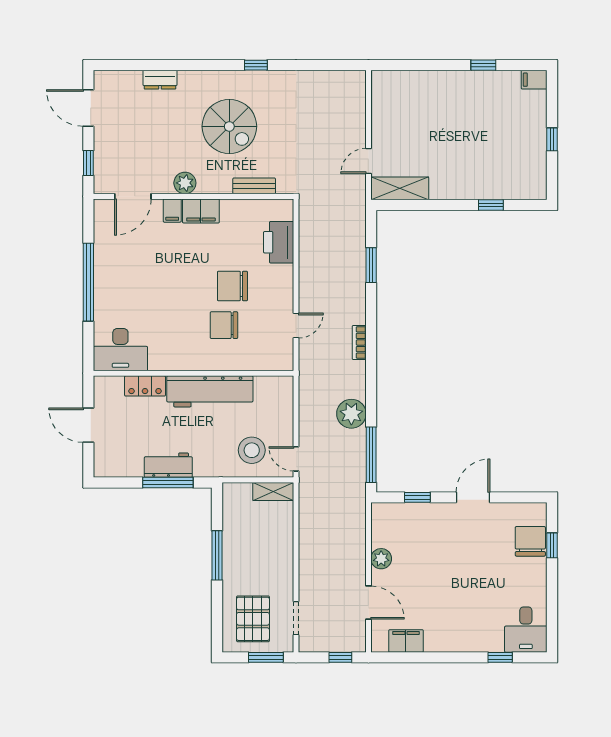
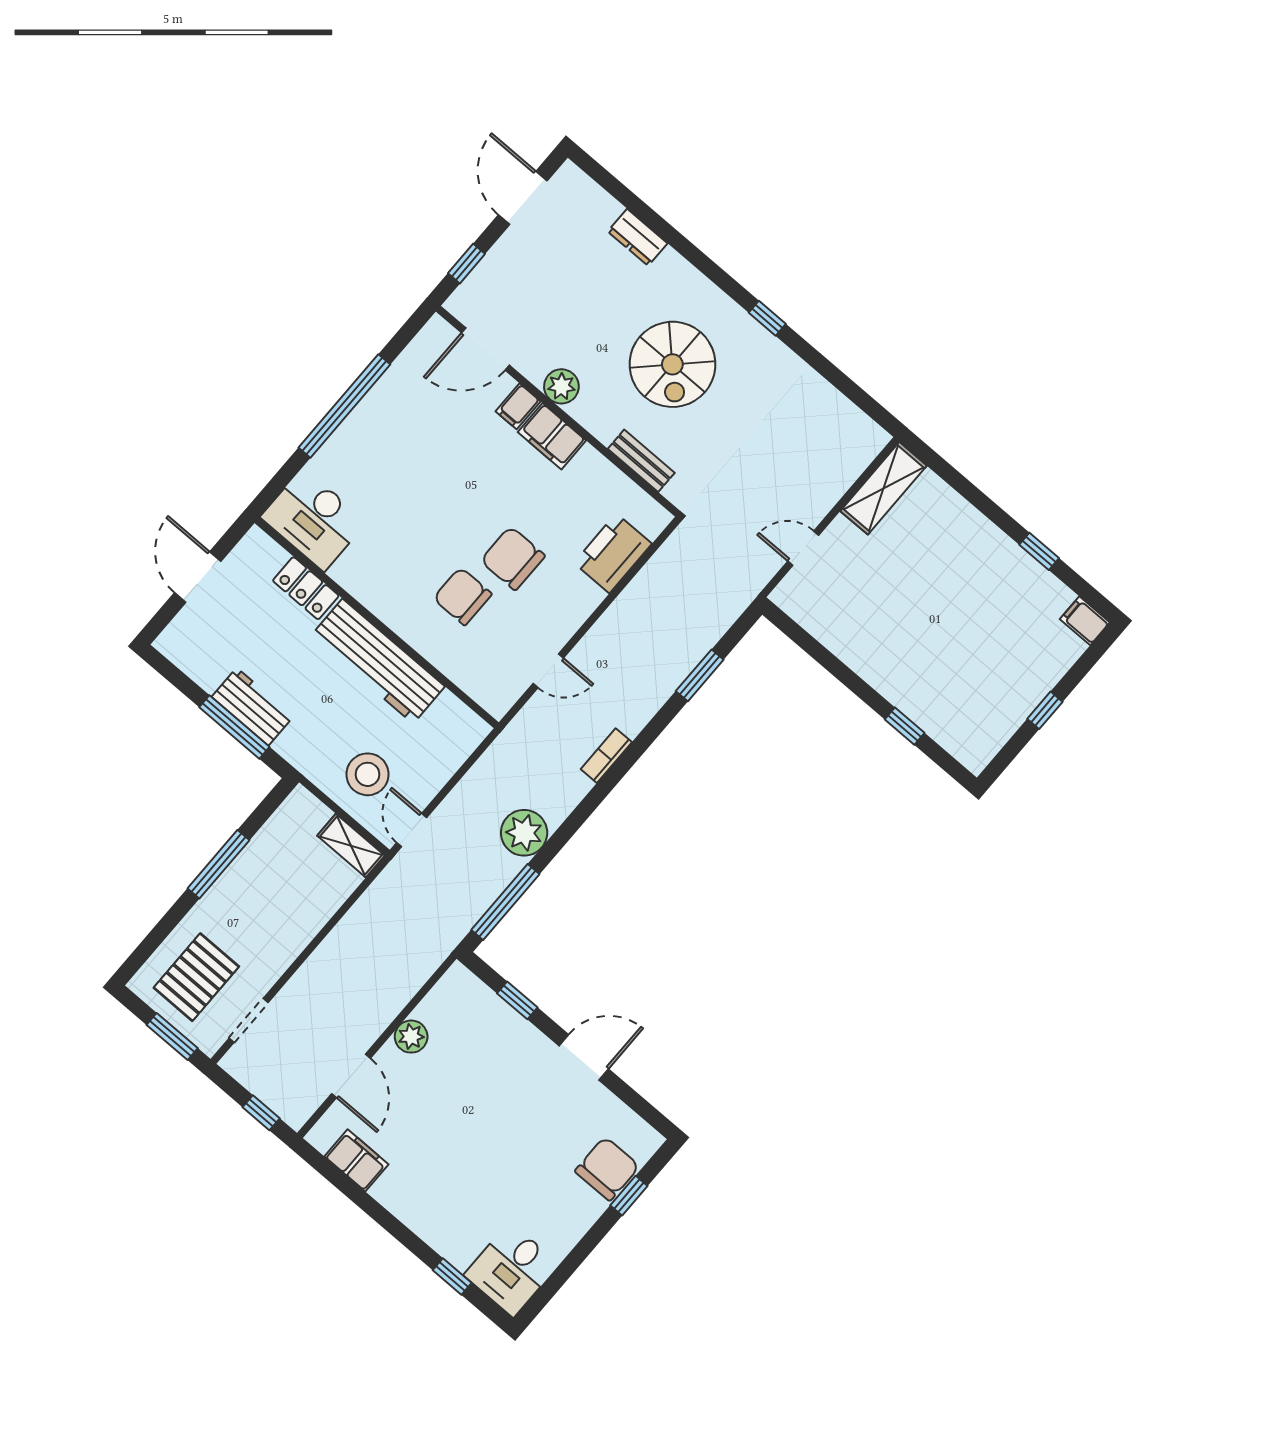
shelving: (400, 188) -> (884, 488), moved, turned 90

